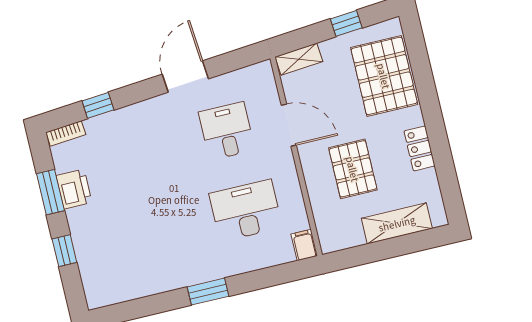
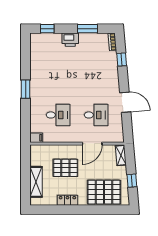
printer: (74, 189) -> (70, 40), moved
desk: (246, 211) -> (58, 115), width x0.73
window: (64, 251) -> (47, 29), moved

